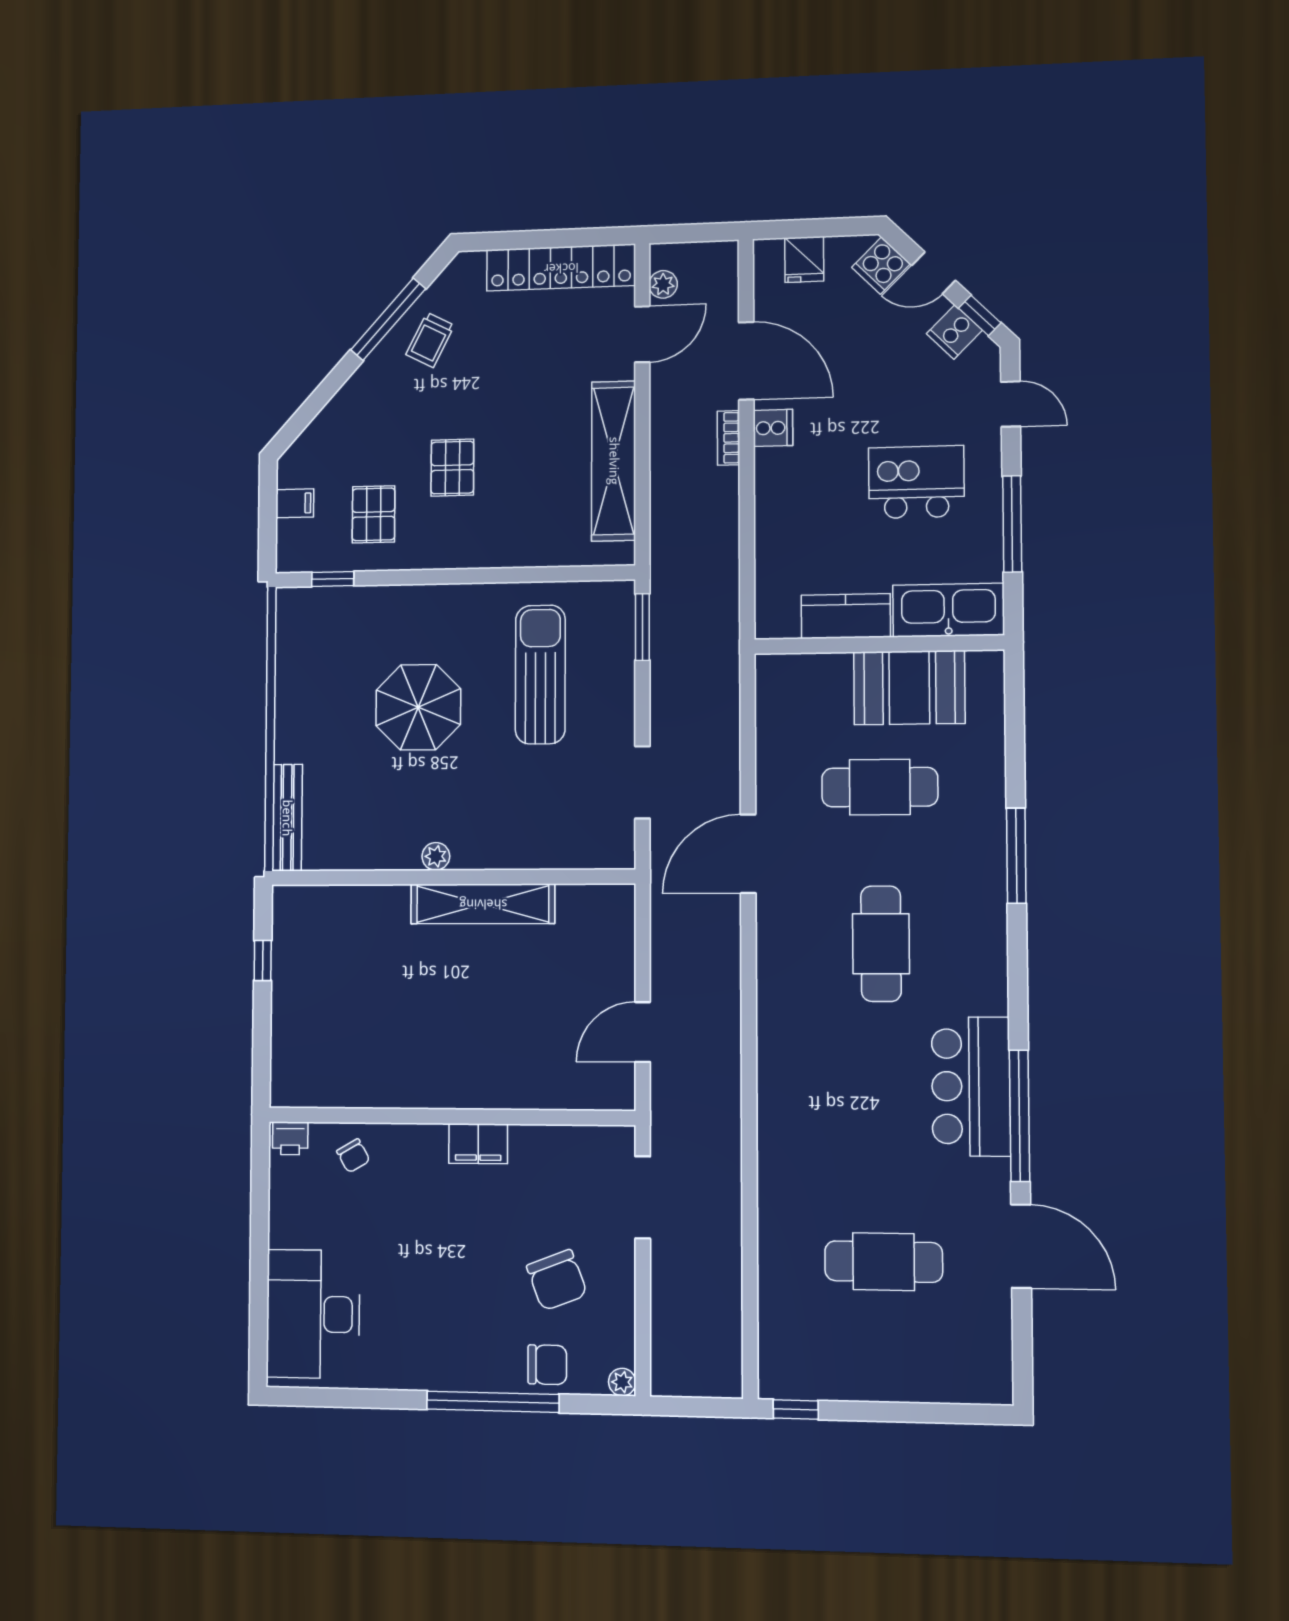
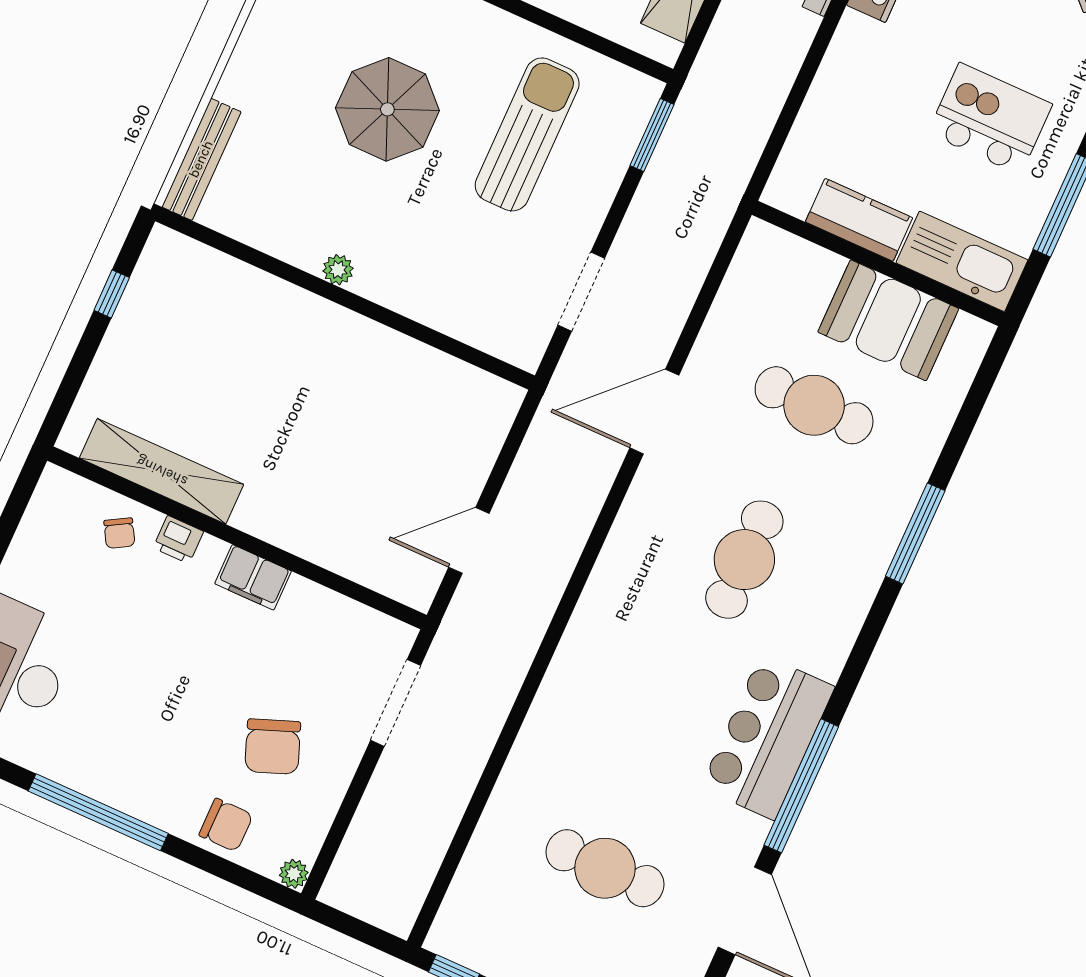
shelving: (483, 904) -> (162, 471), moved
printer: (290, 1138) -> (178, 540), moved
window: (493, 1402) -> (98, 812), moved

